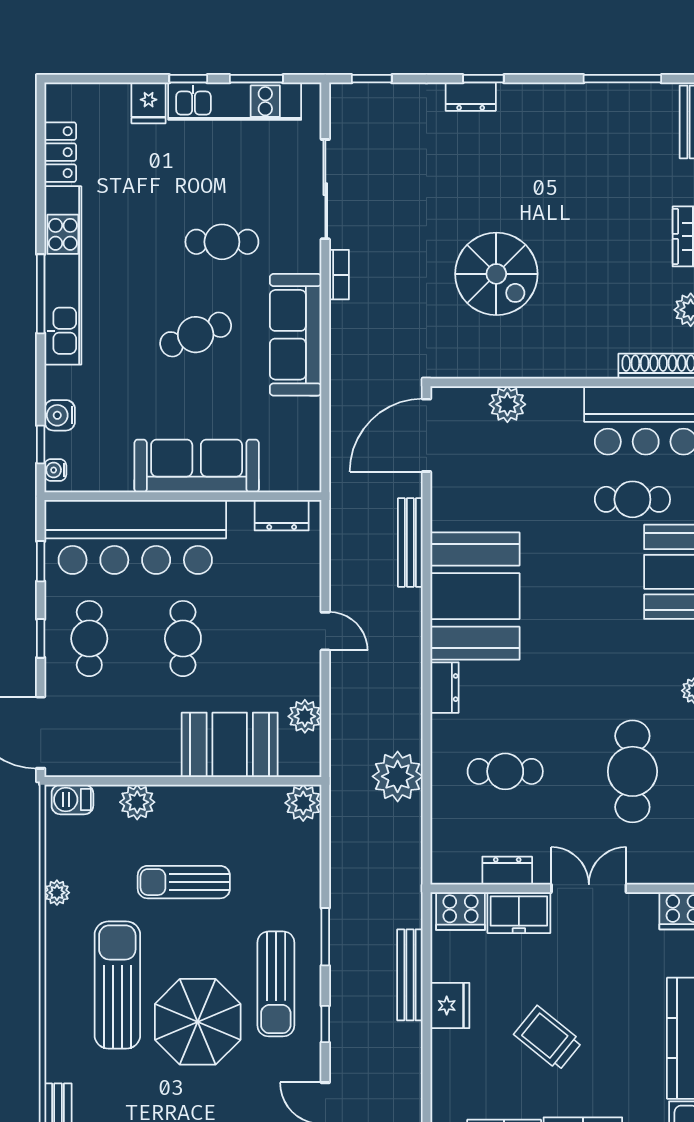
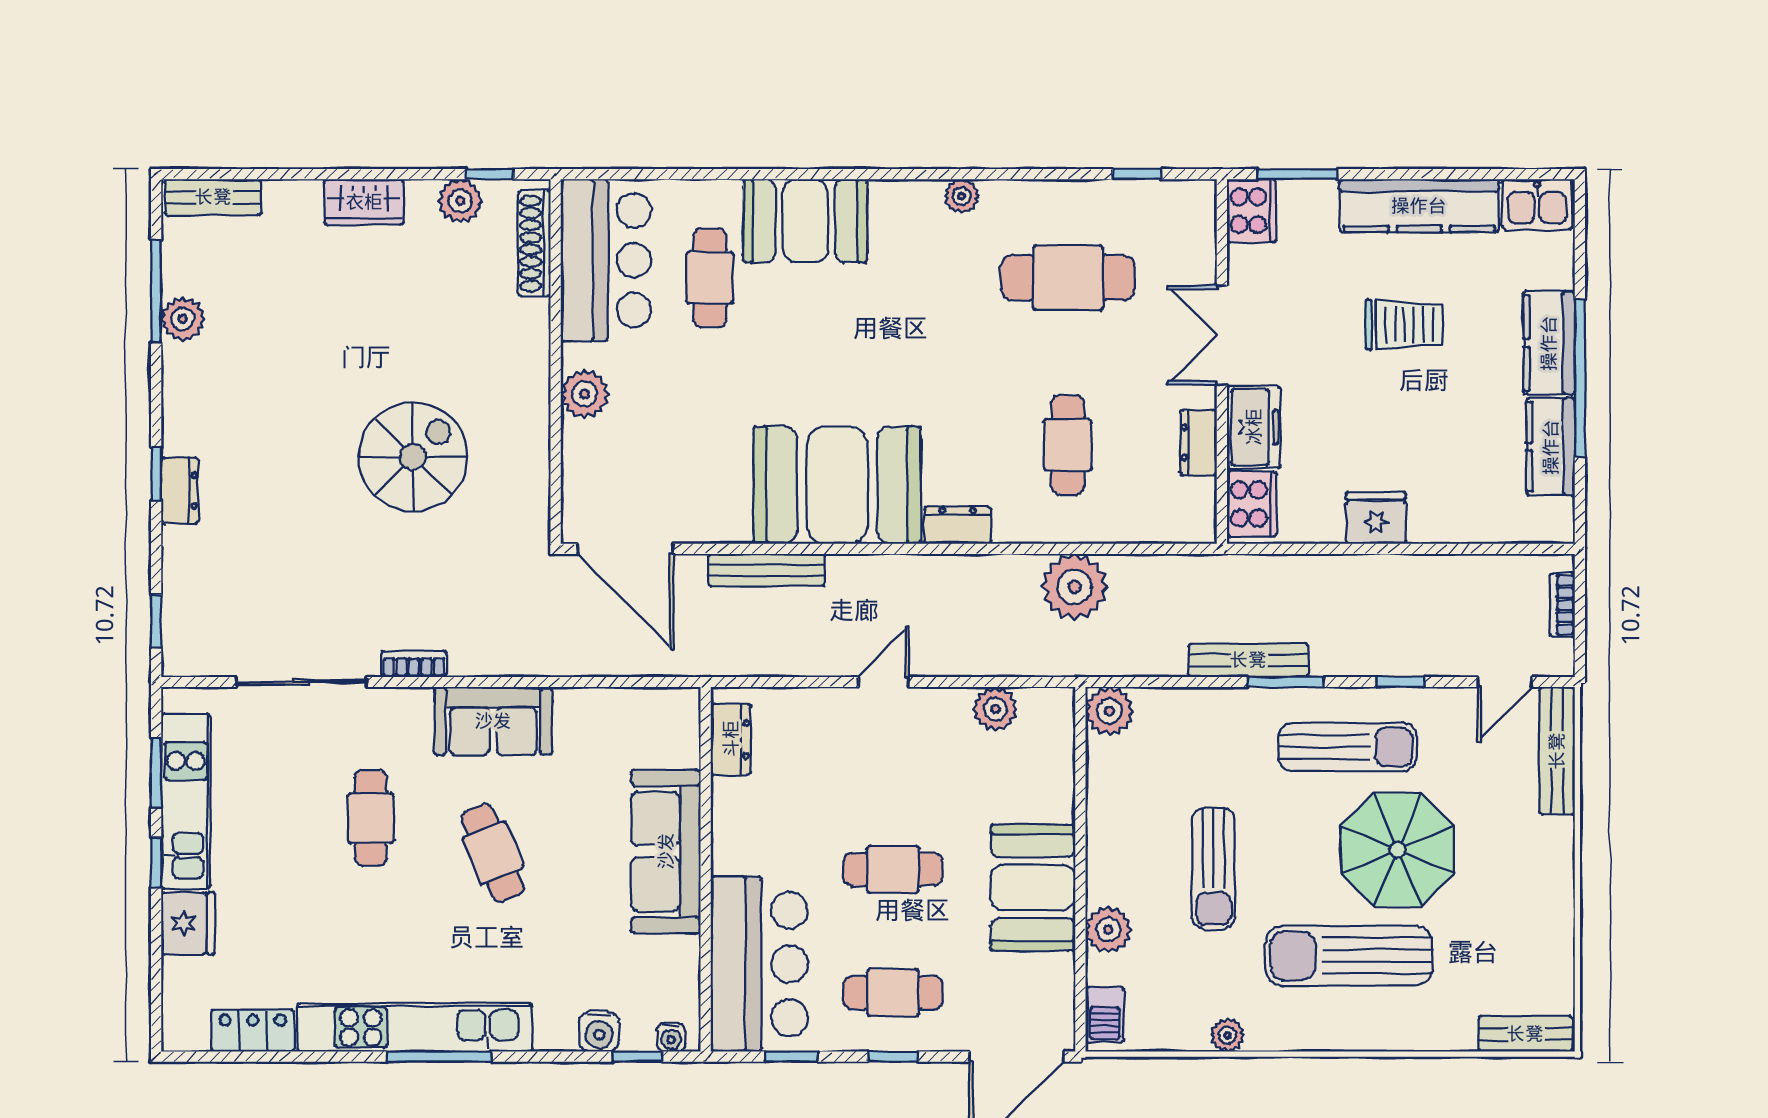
plant: (601, 99) -> (183, 319), added
fridge: (149, 103) -> (188, 923), width x1.38
sofa: (296, 335) -> (493, 721), width x0.73
plant: (507, 404) -> (585, 394), moved
bar counter: (135, 537) -> (759, 964), width x0.73
booth: (230, 745) -> (1033, 888), moved
bench: (410, 975) -> (1248, 660), moved
trolley: (548, 1038) -> (1404, 325), moved, turned -129

